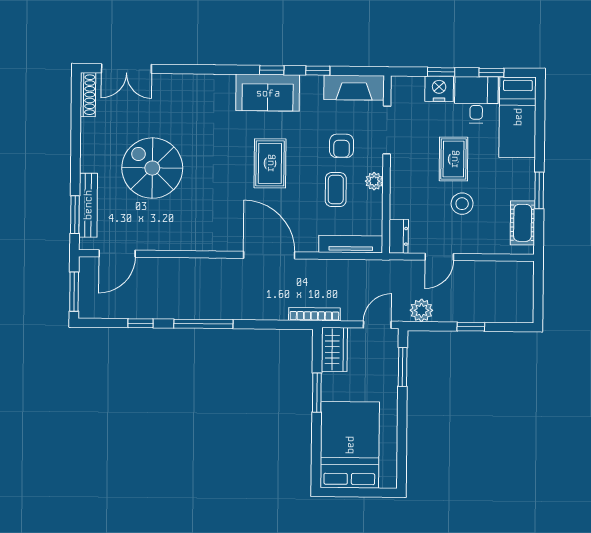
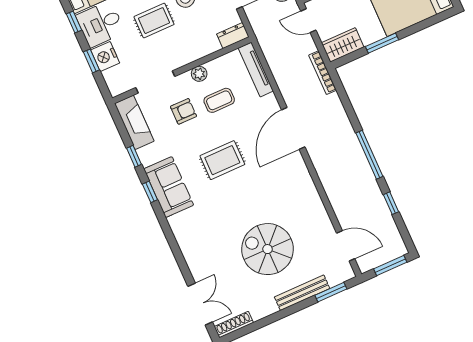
spiral stairs: (152, 168) -> (268, 249), turned 90
bench: (88, 205) -> (302, 293), moved

